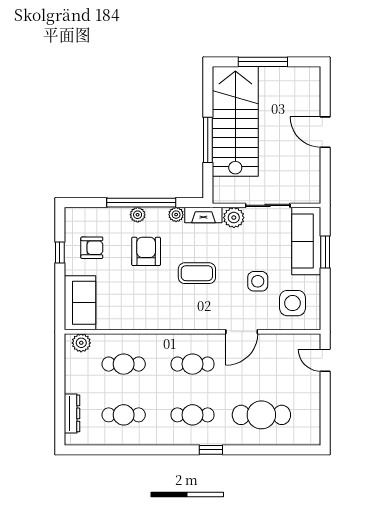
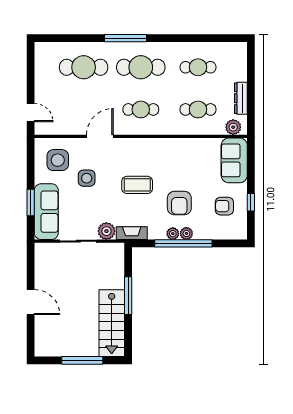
stairs: (235, 121) -> (112, 323), width x0.73, depth x0.66
plant: (176, 215) -> (173, 234), moved
dresser: (72, 413) -> (241, 98), moved
cafe table: (193, 415) -> (141, 67), width x1.37, depth x1.35
window: (211, 450) -> (125, 38), width x2.17

